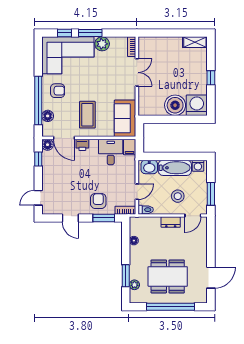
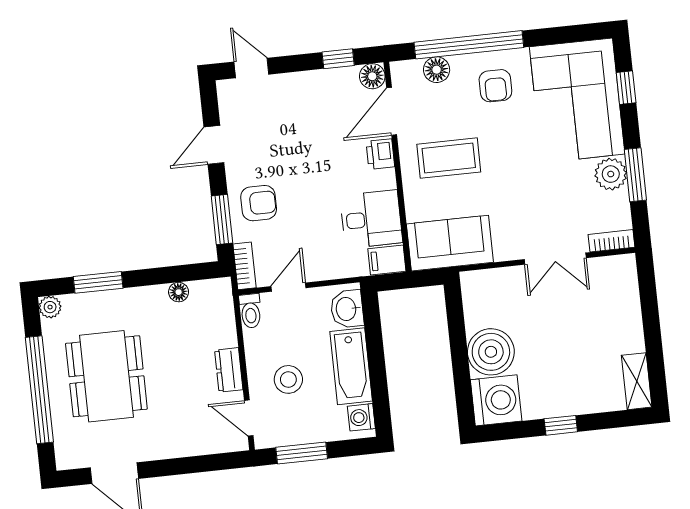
window: (90, 33) -> (635, 175), moved
door: (137, 192) -> (288, 287), swing flipped
plant: (134, 285) -> (50, 307), moved

